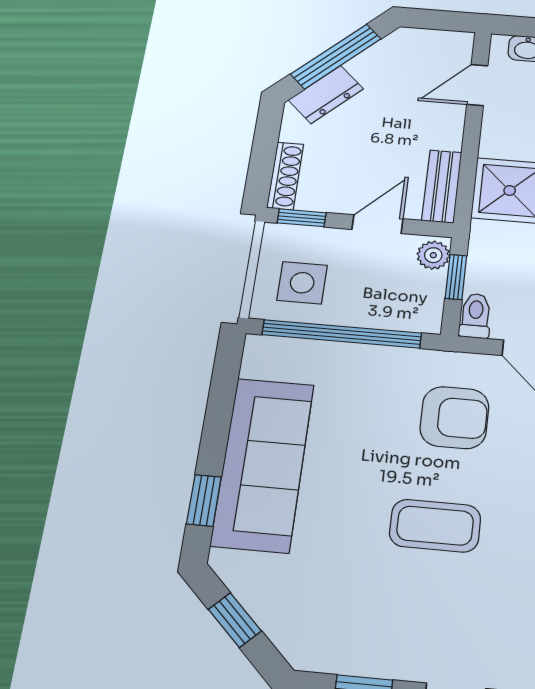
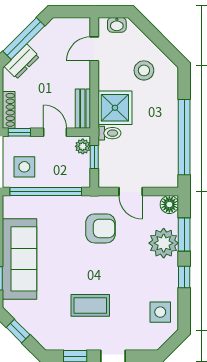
door: (377, 224) -> (55, 132), hinge flipped
toilet: (475, 316) -> (109, 133), moved, turned 90
coffee table: (435, 526) -> (90, 305), moved

